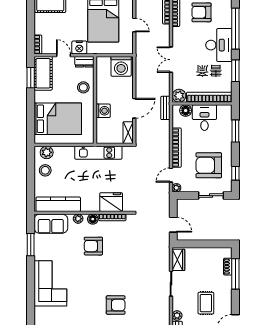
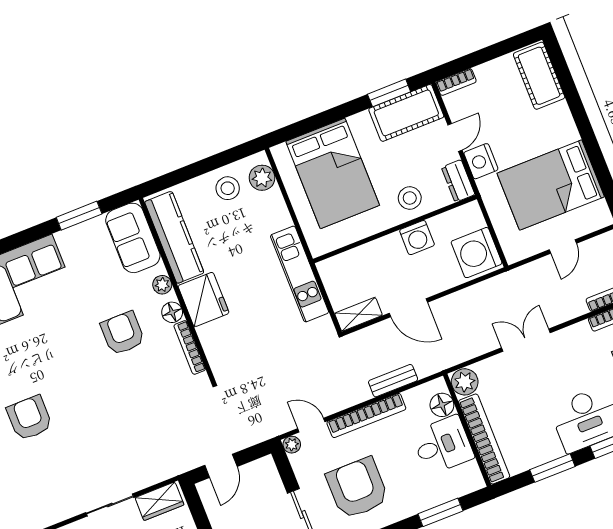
bench: (165, 108) -> (393, 381), moved
washing machine: (103, 111) -> (417, 238), moved
fridge: (111, 202) -> (204, 299), moved
armchair: (116, 305) -> (29, 418), turned 180

